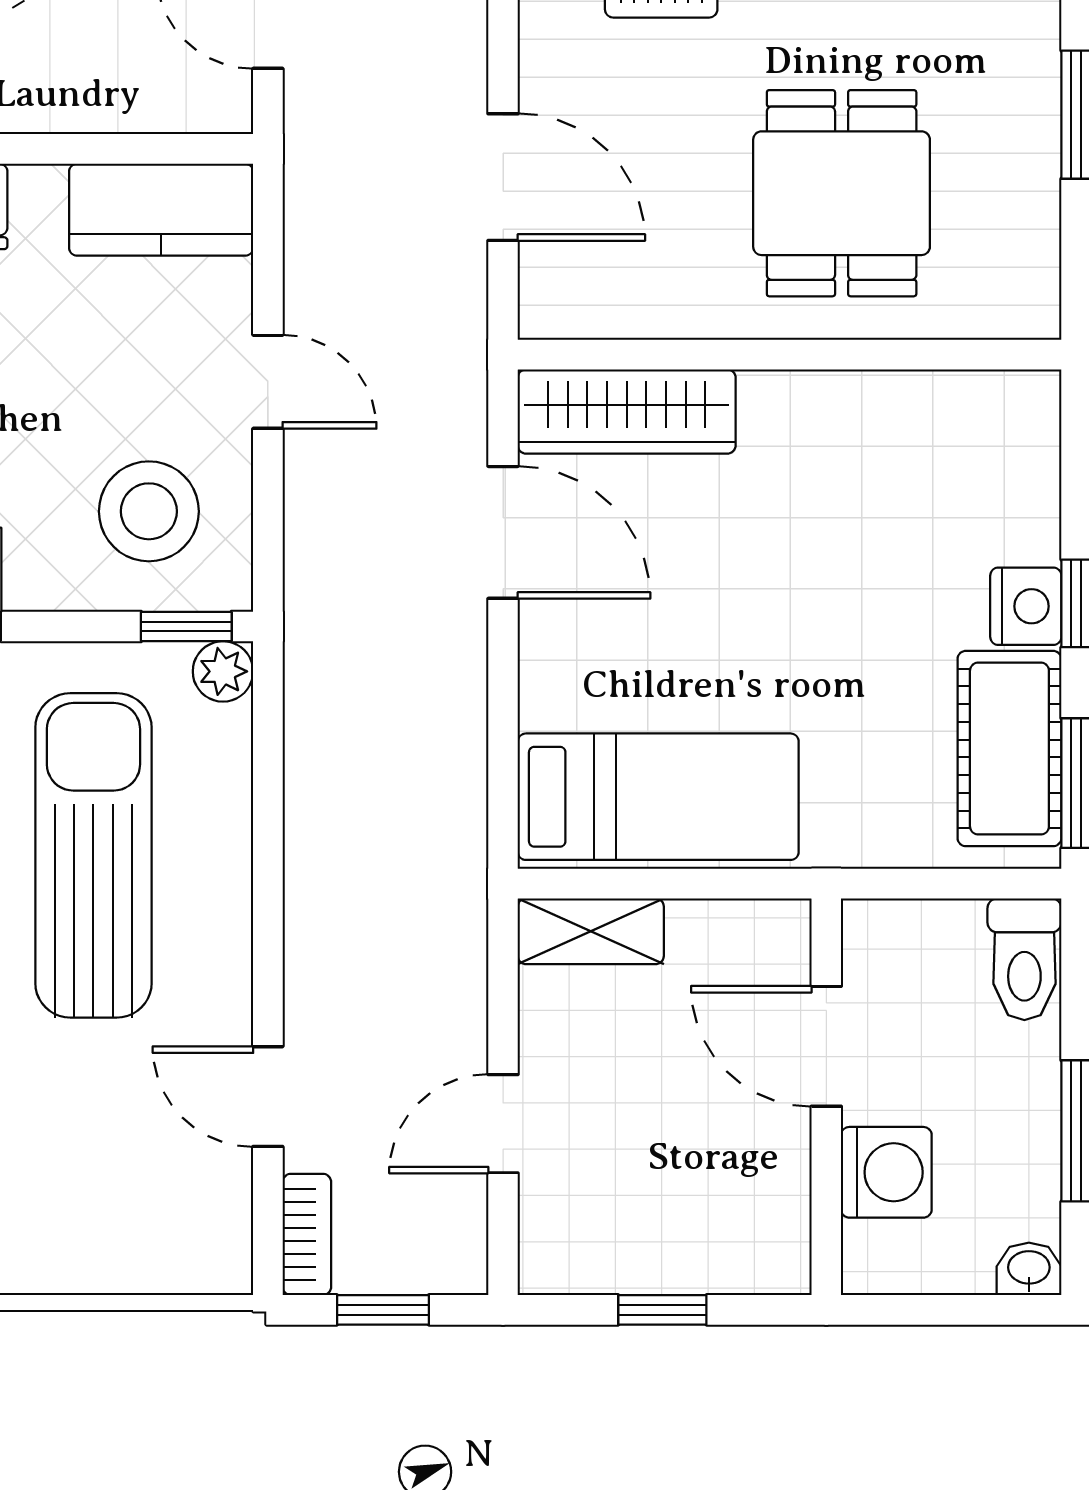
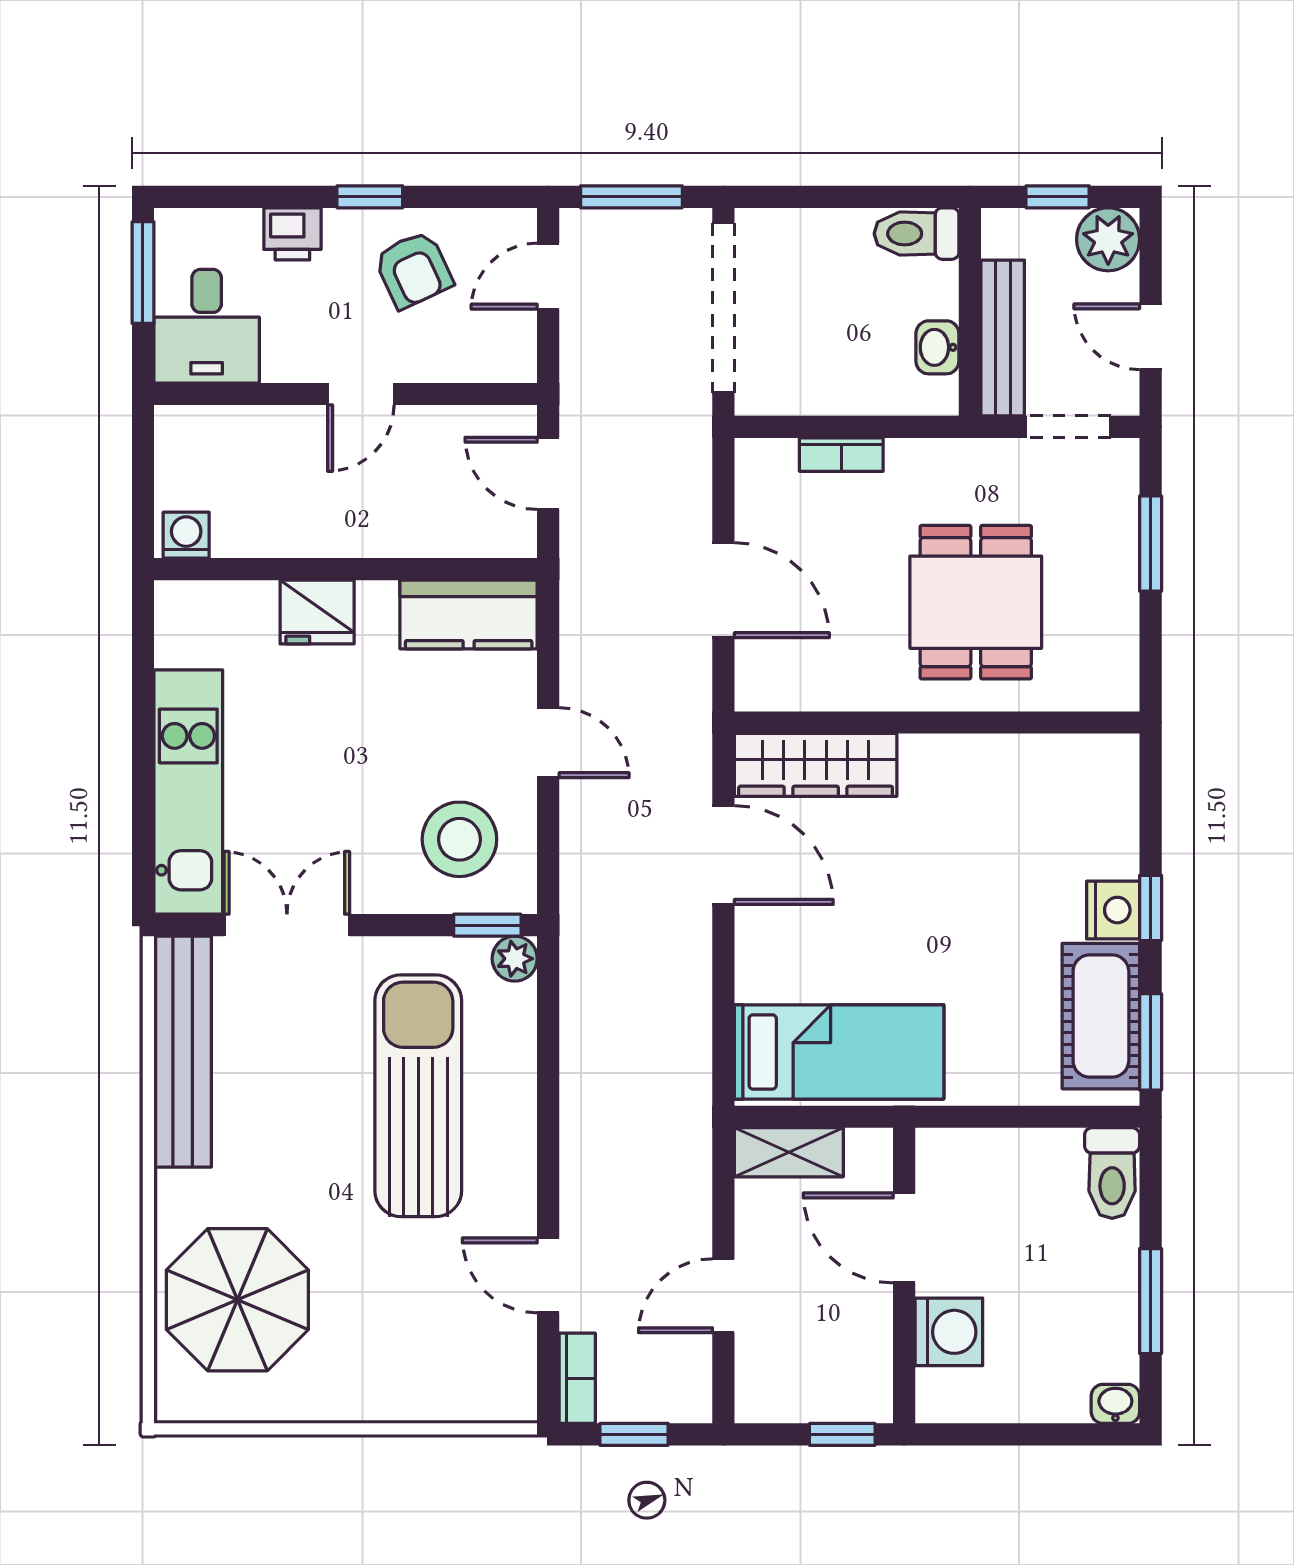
door: (826, 1046) -> (904, 1238), moved
wall: (826, 1097) -> (904, 1276), moved
washing machine: (886, 1172) -> (949, 1332), moved

